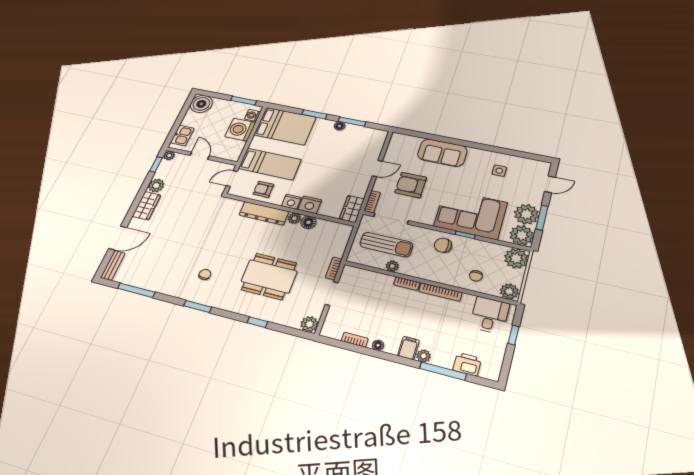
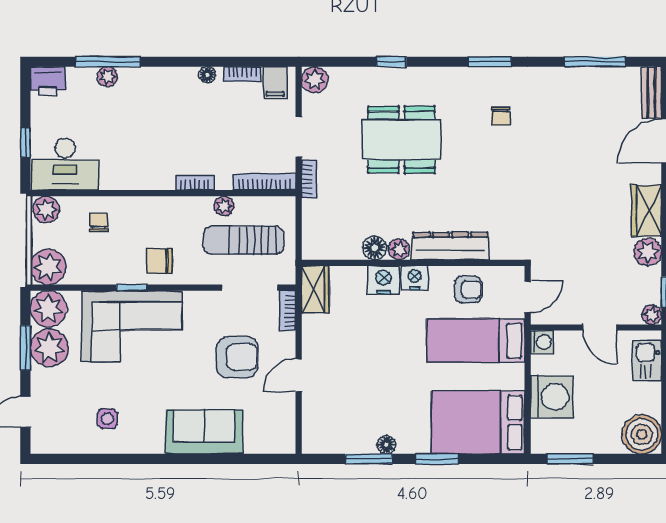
washing machine: (253, 115) -> (542, 342), moved
chair: (443, 245) -> (159, 261), turned 180
bookcase: (440, 292) -> (264, 182), moved
desk: (489, 315) -> (65, 164), width x1.37
filing cabinet: (408, 348) -> (275, 83), moved
plant: (424, 356) -> (107, 77), moved
printer: (467, 364) -> (48, 81), moved

